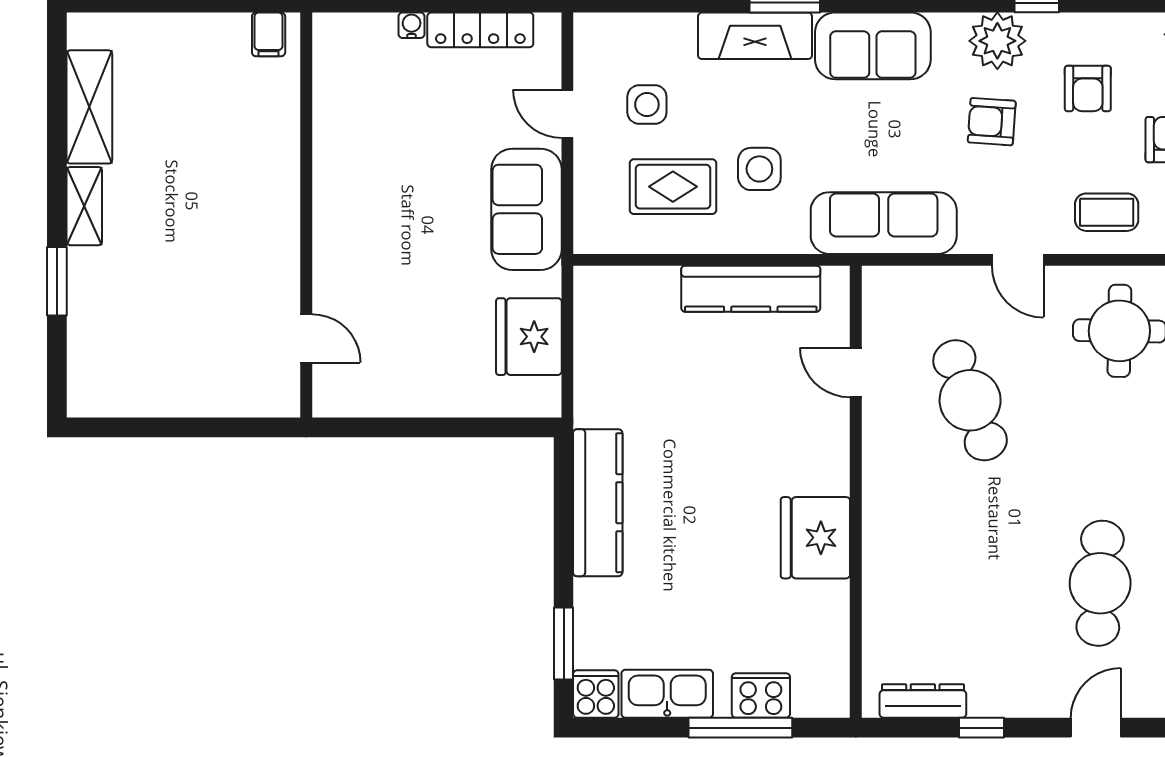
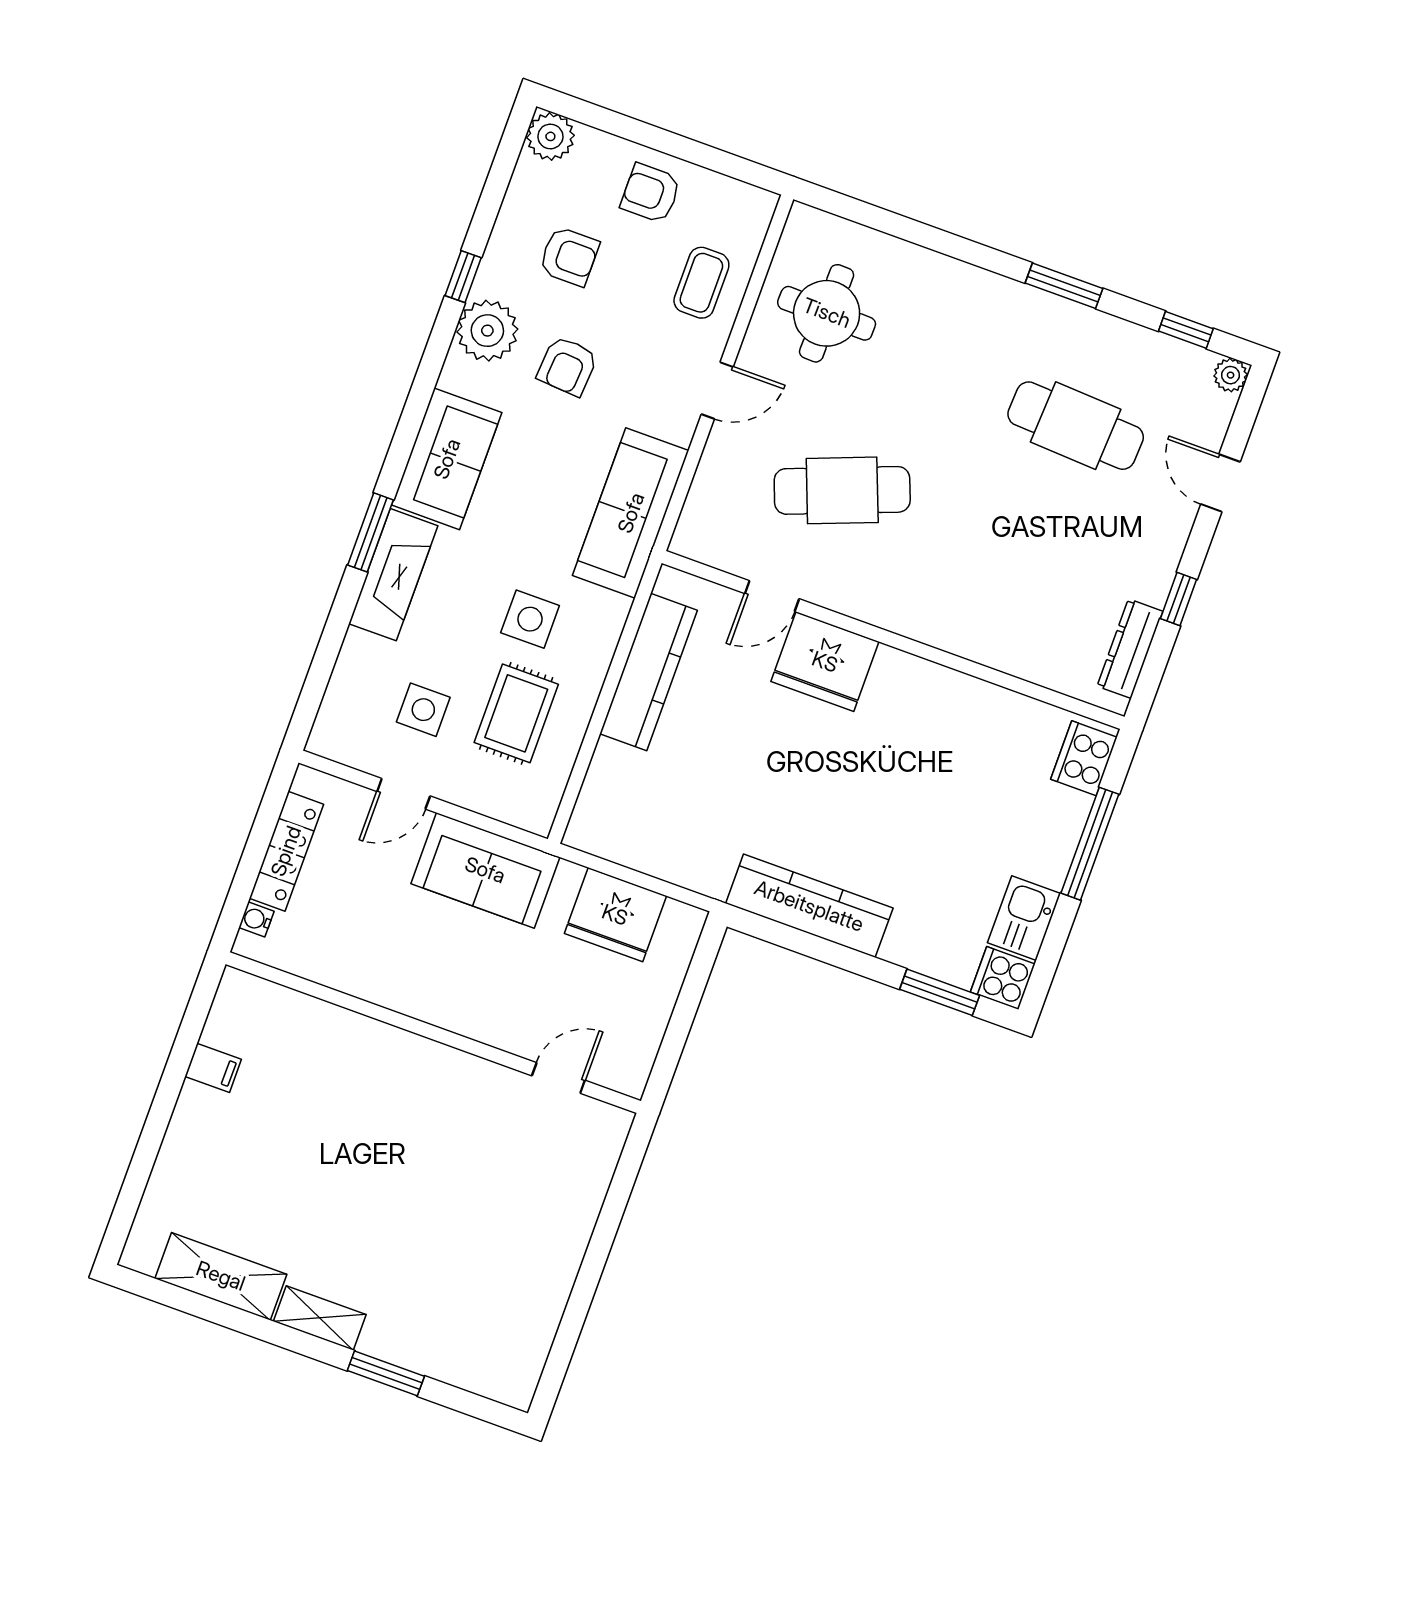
wall: (306, 215) -> (433, 1033), moved
door: (306, 338) -> (558, 1078), moved
fridge: (815, 538) -> (825, 662), moved
kitchen sink: (667, 694) -> (1024, 918), width x0.73
cooker: (761, 695) -> (1084, 758), moved

